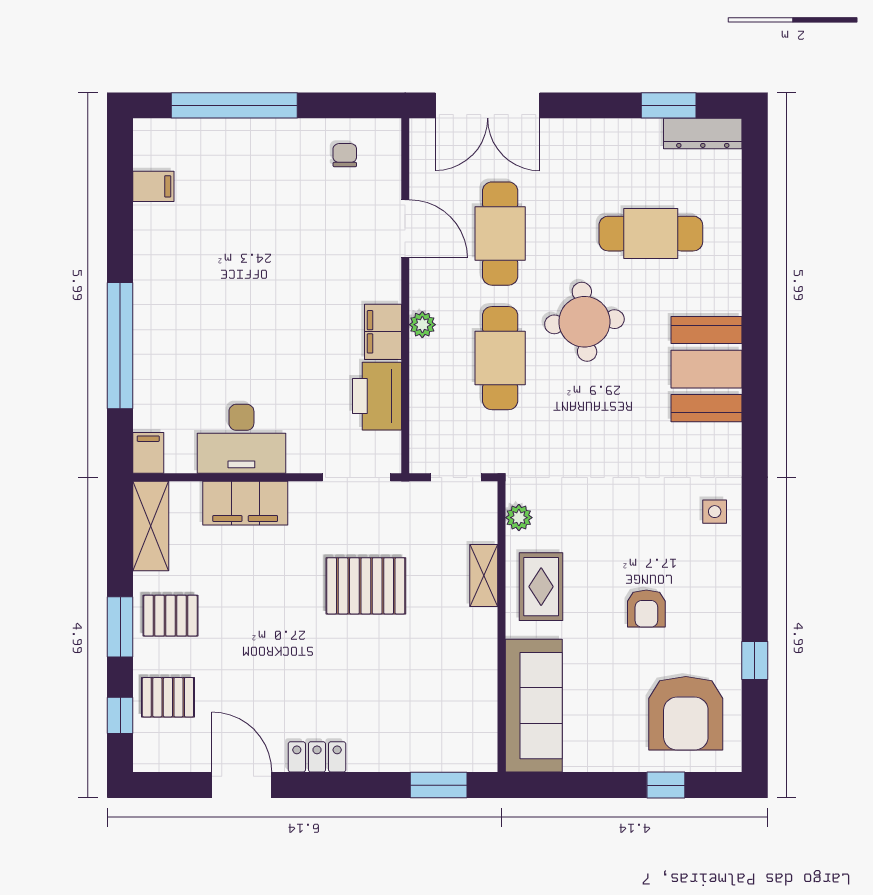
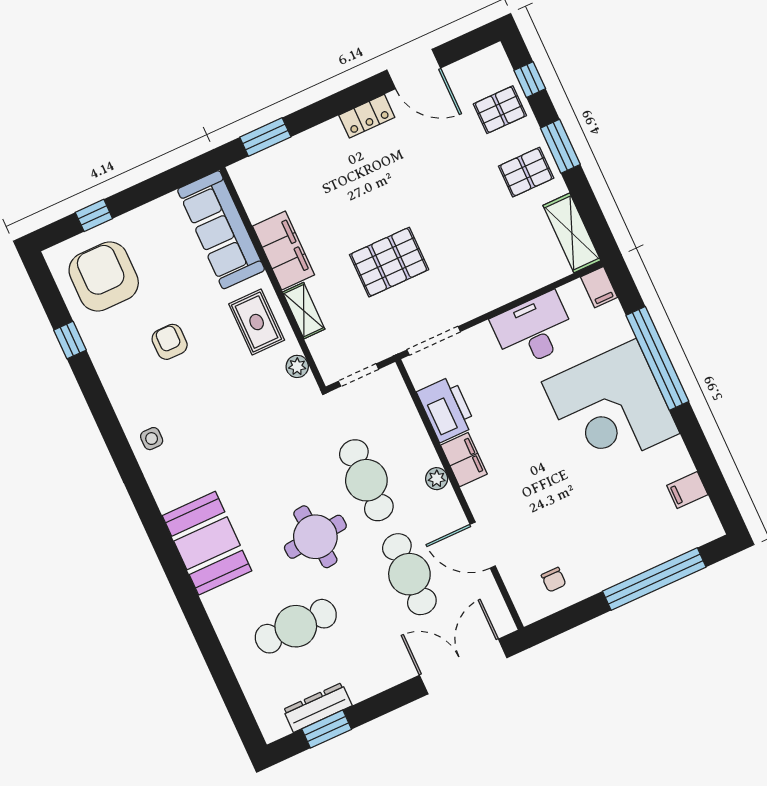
dresser: (703, 133) -> (318, 708), moved
corner desk: (196, 315) -> (611, 408), added
filing cabinet: (245, 503) -> (283, 251), moved, turned 90

